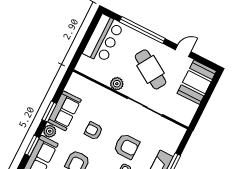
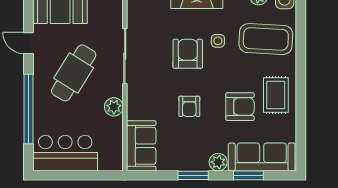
sofa: (64, 111) -> (141, 146), moved, turned 90

